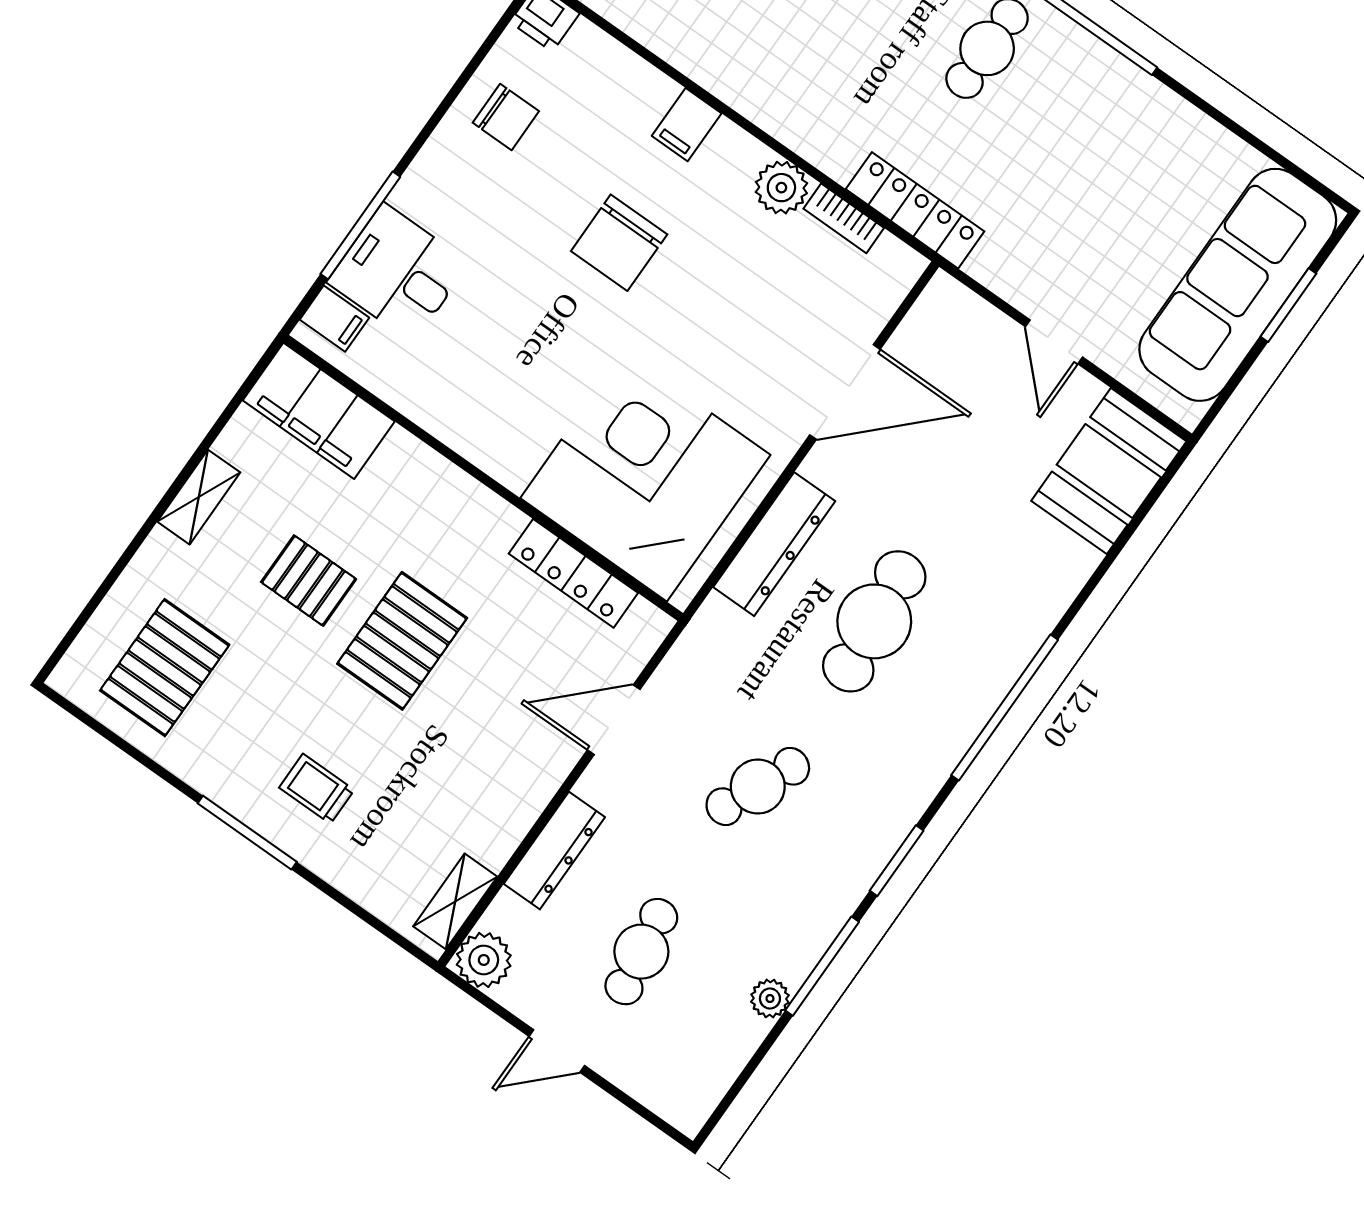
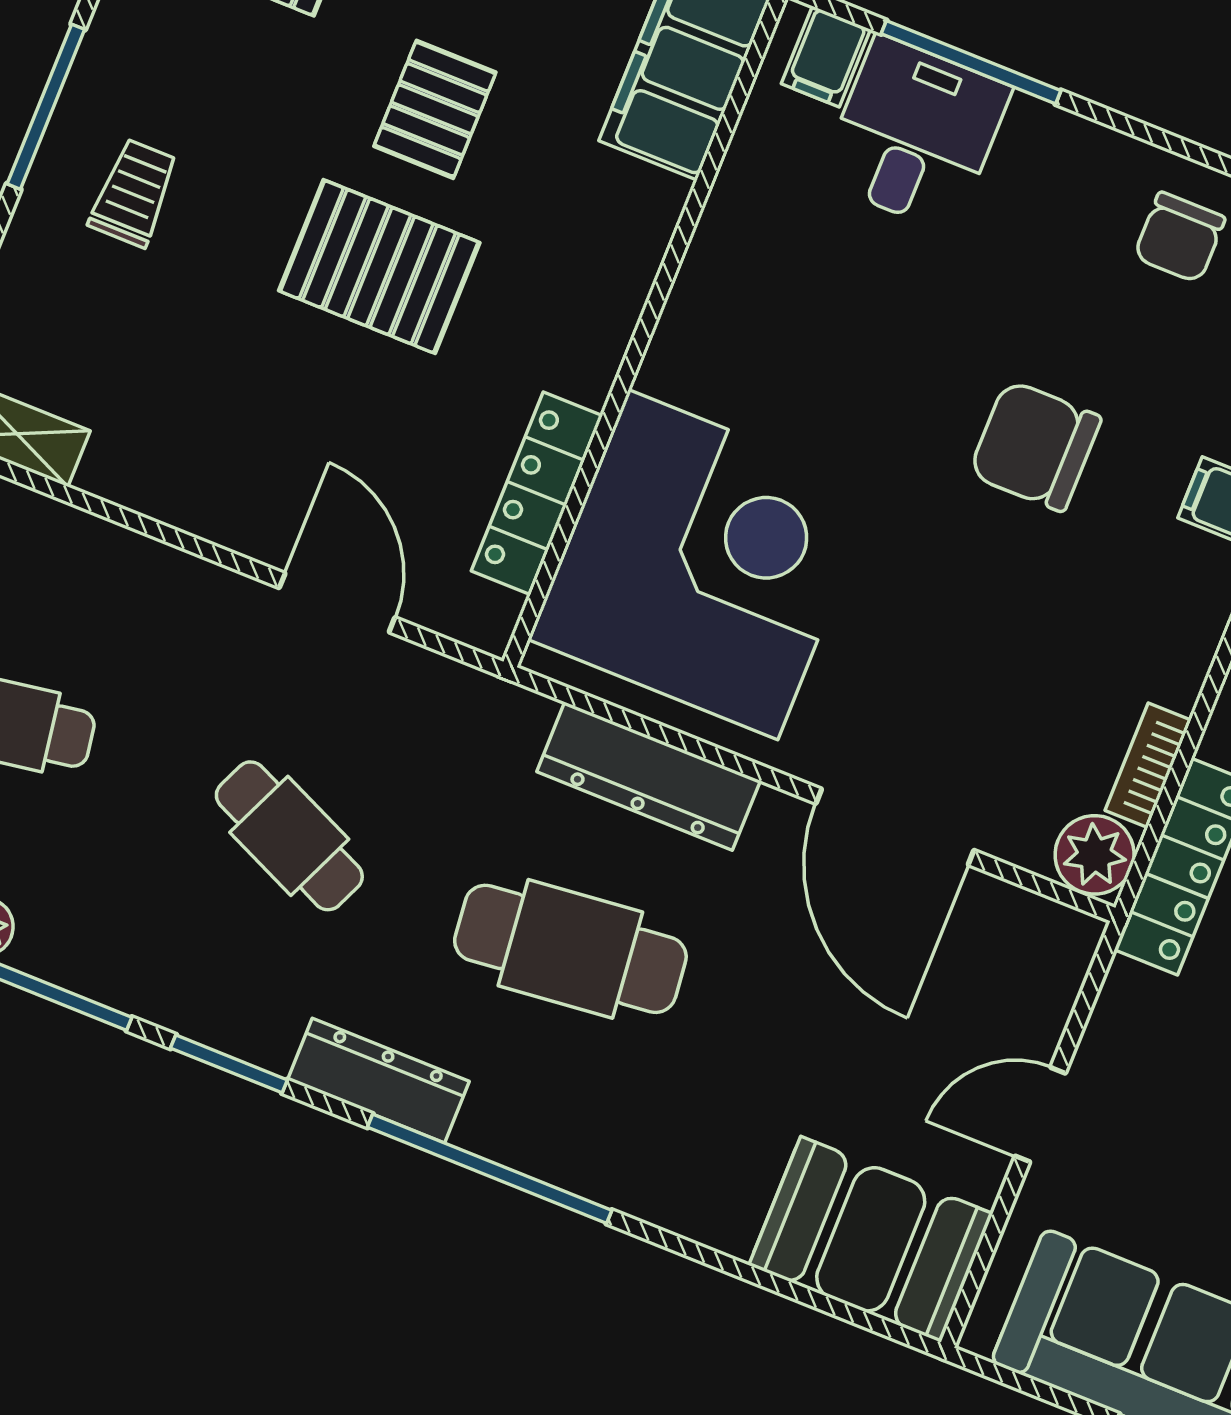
plant: (781, 188) -> (1095, 855), moved
dresser: (554, 850) -> (378, 1081), moved, turned 180

